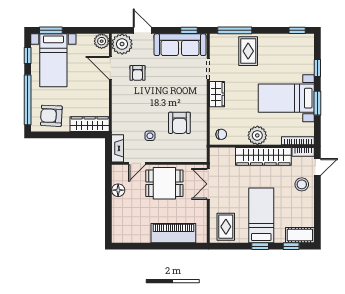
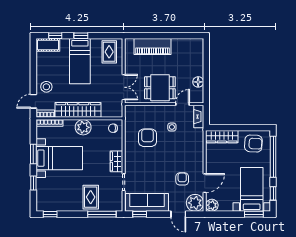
door: (110, 68) -> (205, 183), hinge flipped

